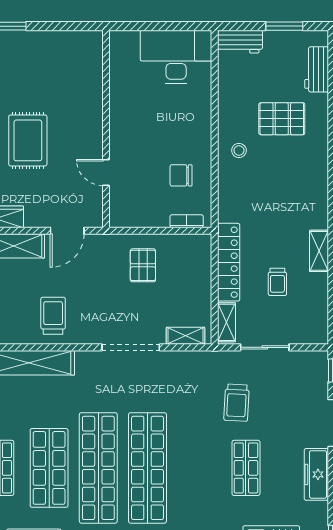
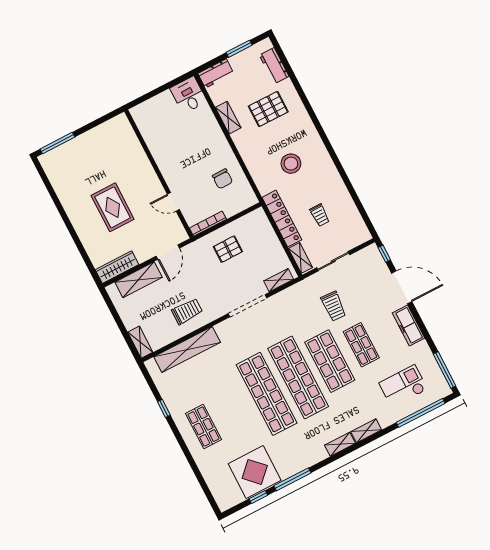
desk: (176, 57) -> (188, 95), width x0.53, depth x0.77
stool: (239, 150) -> (291, 164), moved, width x1.89, depth x1.89
chair: (181, 175) -> (222, 179), turned -90
bookcase: (187, 221) -> (208, 224), moved, width x1.56
shelving: (319, 251) -> (228, 118), moved
pallet: (143, 265) -> (228, 249), turned 90
trolley: (53, 316) -> (187, 311), turned 90
shop shelf: (49, 468) -> (330, 361), moved

